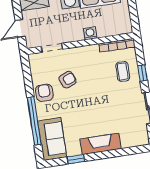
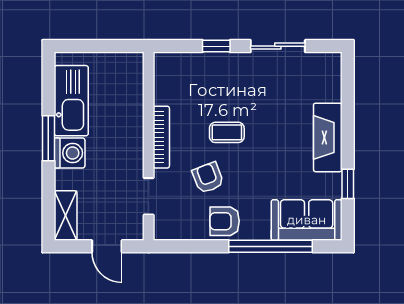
washing machine: (90, 33) -> (134, 127), removed
bookcase: (117, 45) -> (161, 137), moved
coffee table: (123, 72) -> (227, 132), moved

